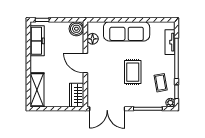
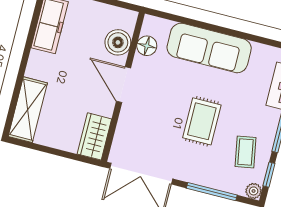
boiler: (76, 29) -> (118, 42), moved

